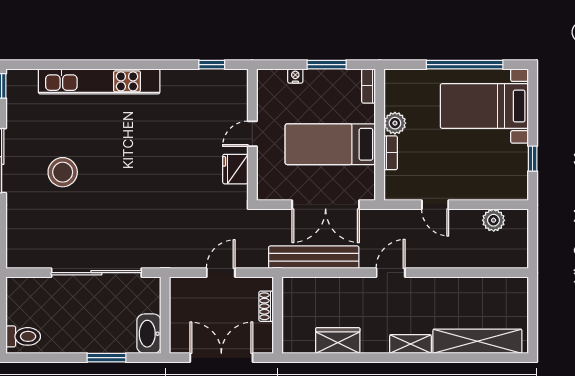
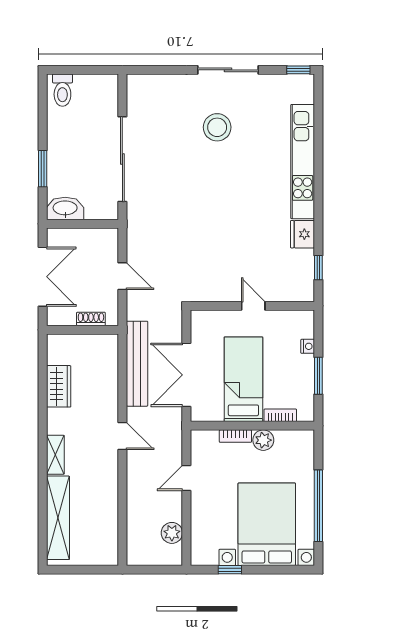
bookcase: (369, 86) -> (280, 415), moved
bed with nightstands: (484, 106) -> (267, 524), width x1.36
fridge: (235, 169) -> (302, 234), moved, turned -90

